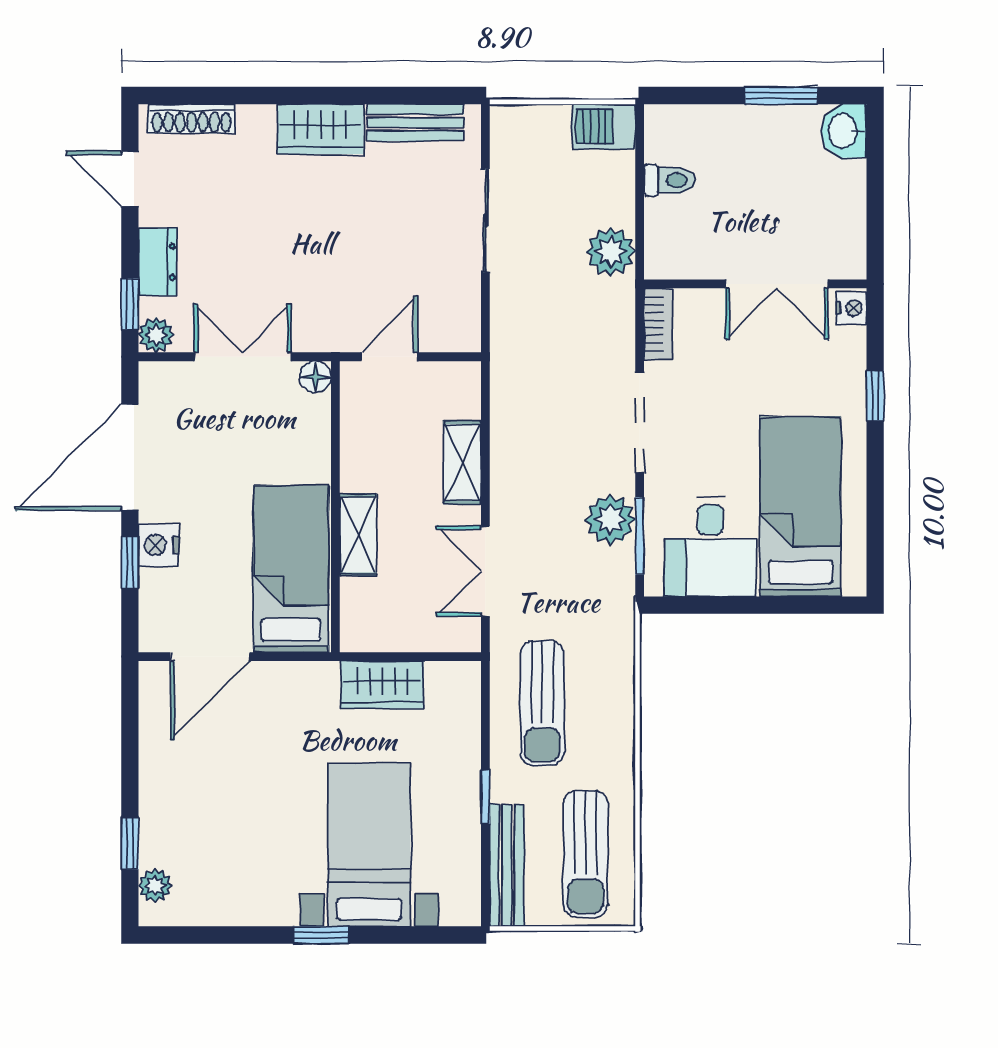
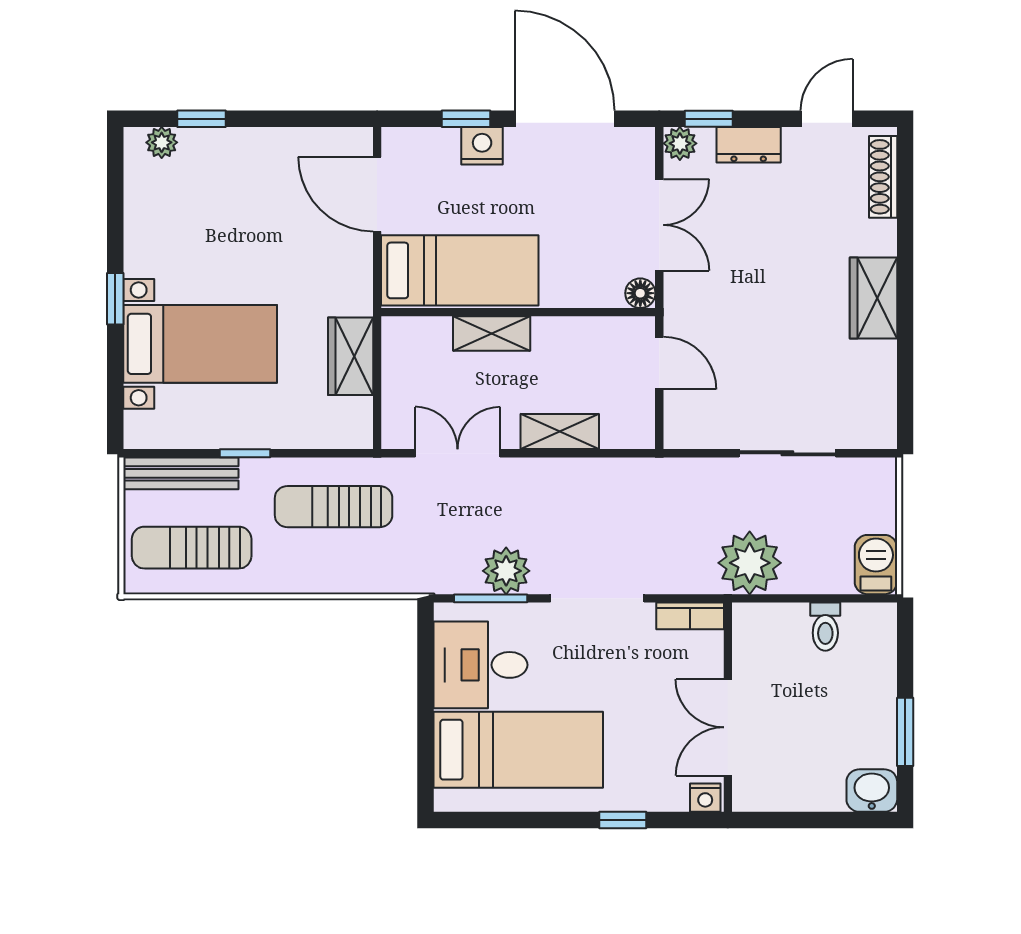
bench: (415, 123) -> (880, 387), removed
plant: (611, 252) -> (750, 563), width x1.36, depth x1.36

